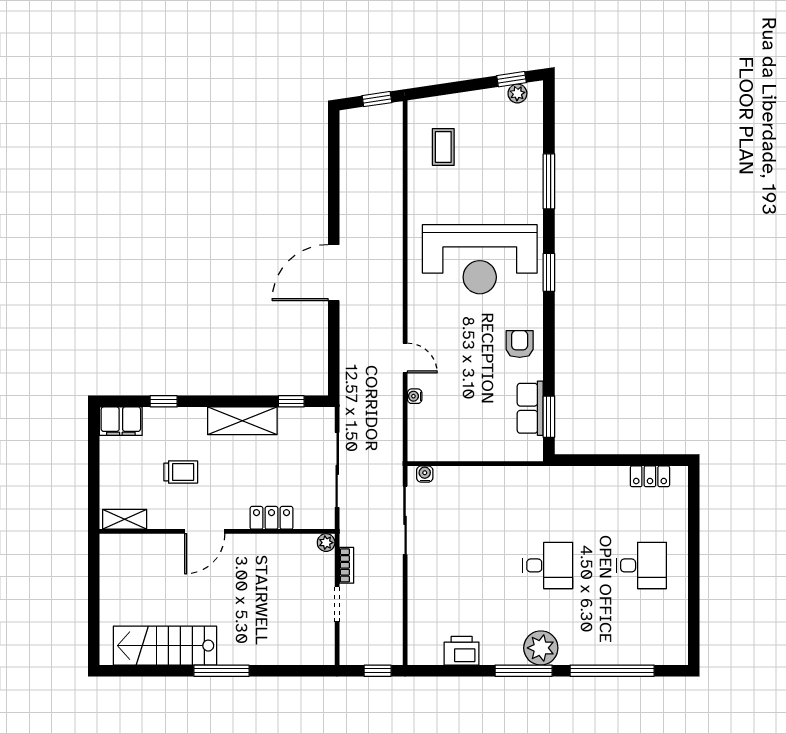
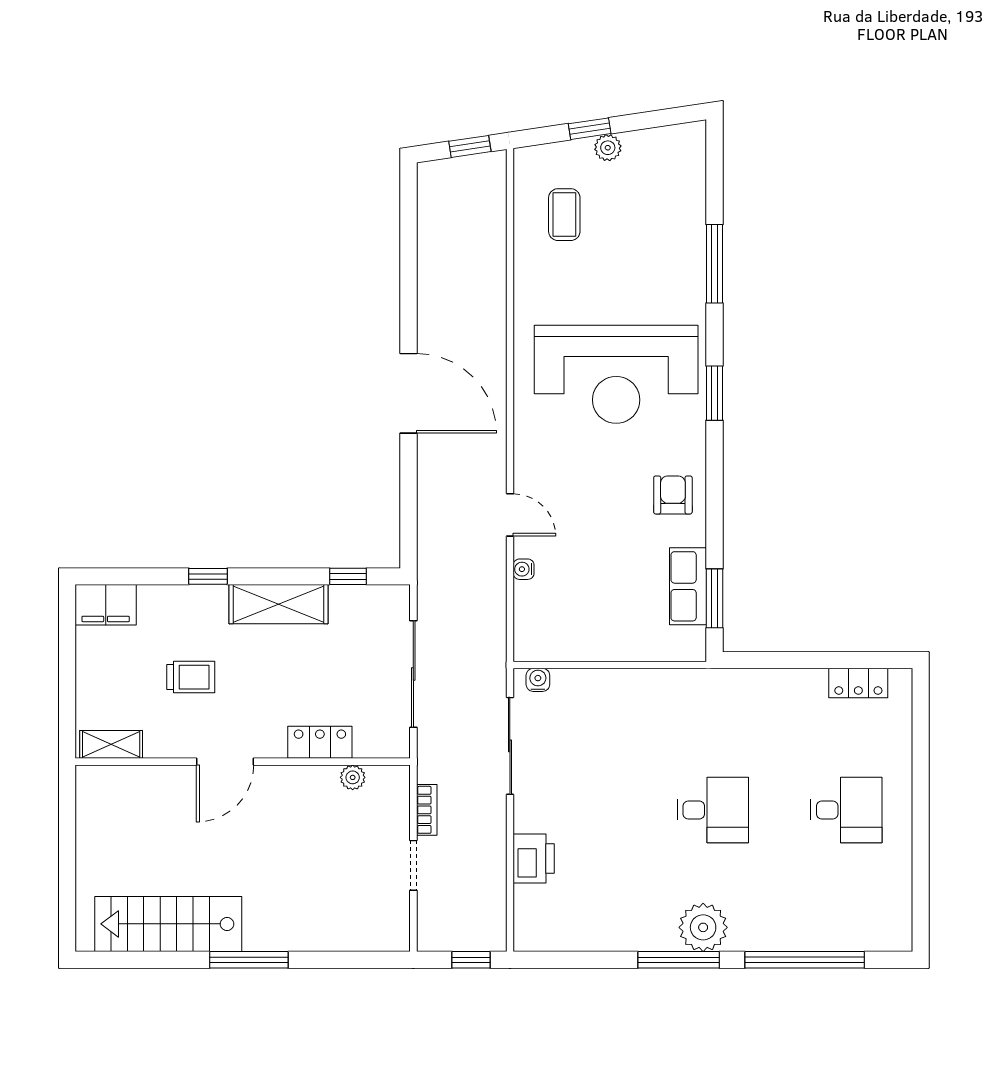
window: (512, 79) -> (590, 129), moved
plant: (517, 93) -> (608, 148), moved
door: (334, 273) -> (409, 393), swing flipped
window: (164, 401) -> (208, 576), moved
plant: (326, 543) -> (353, 777), moved
printer: (462, 651) -> (534, 858), moved, turned 90

